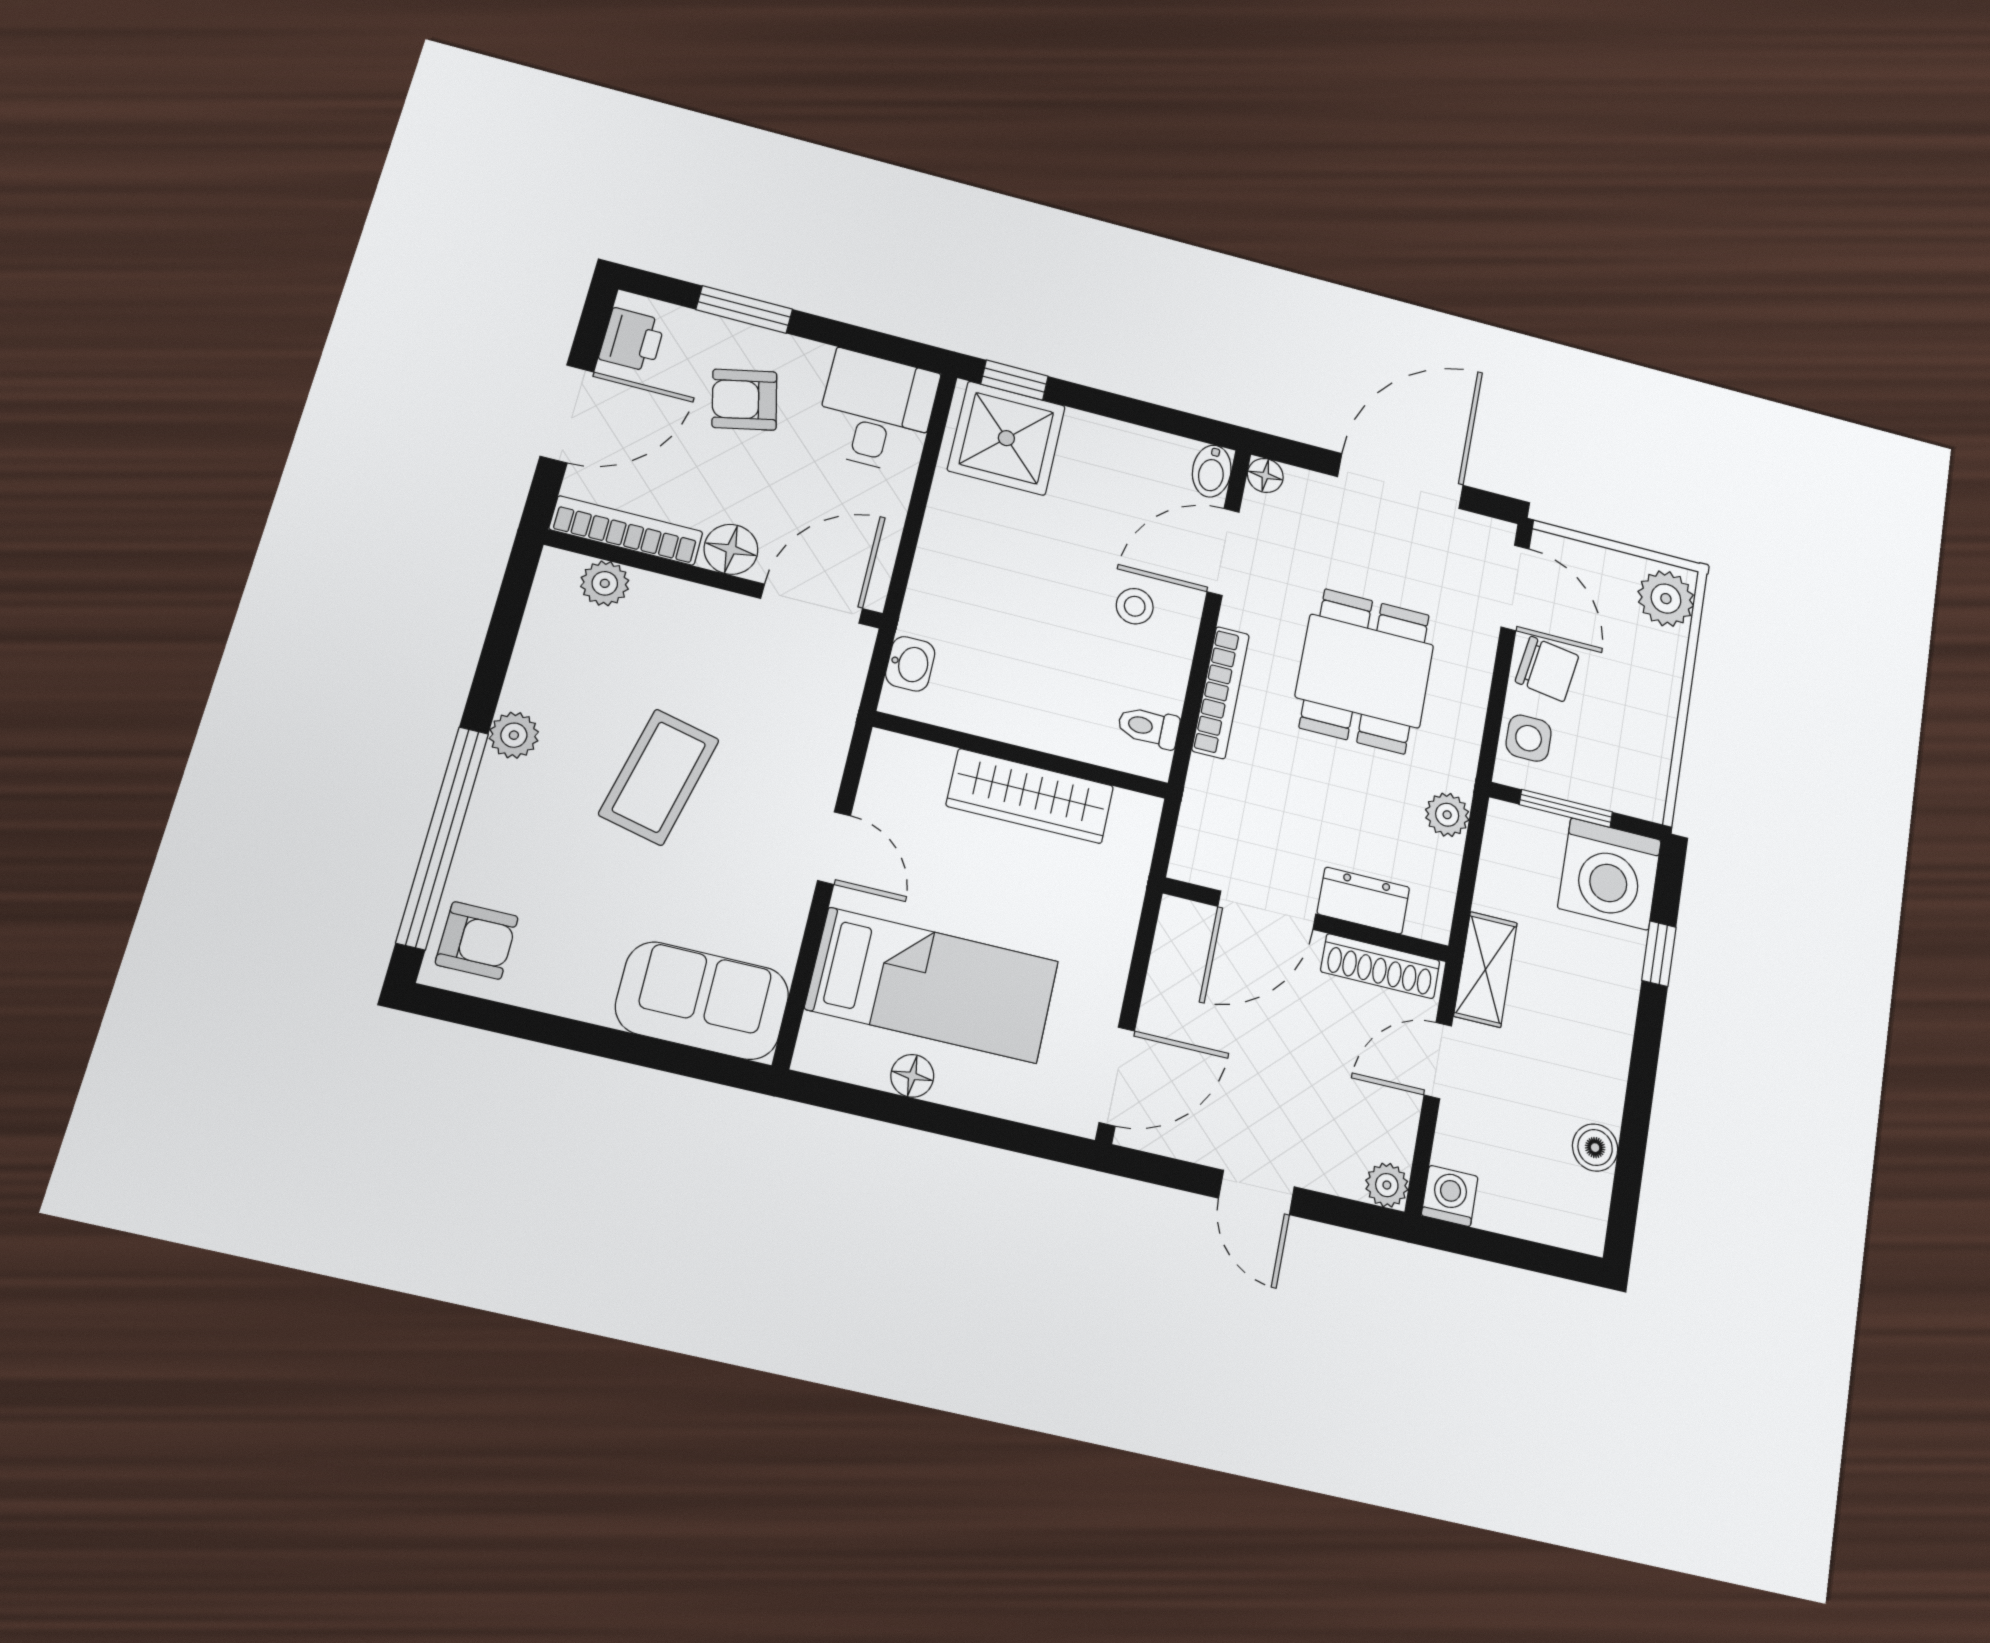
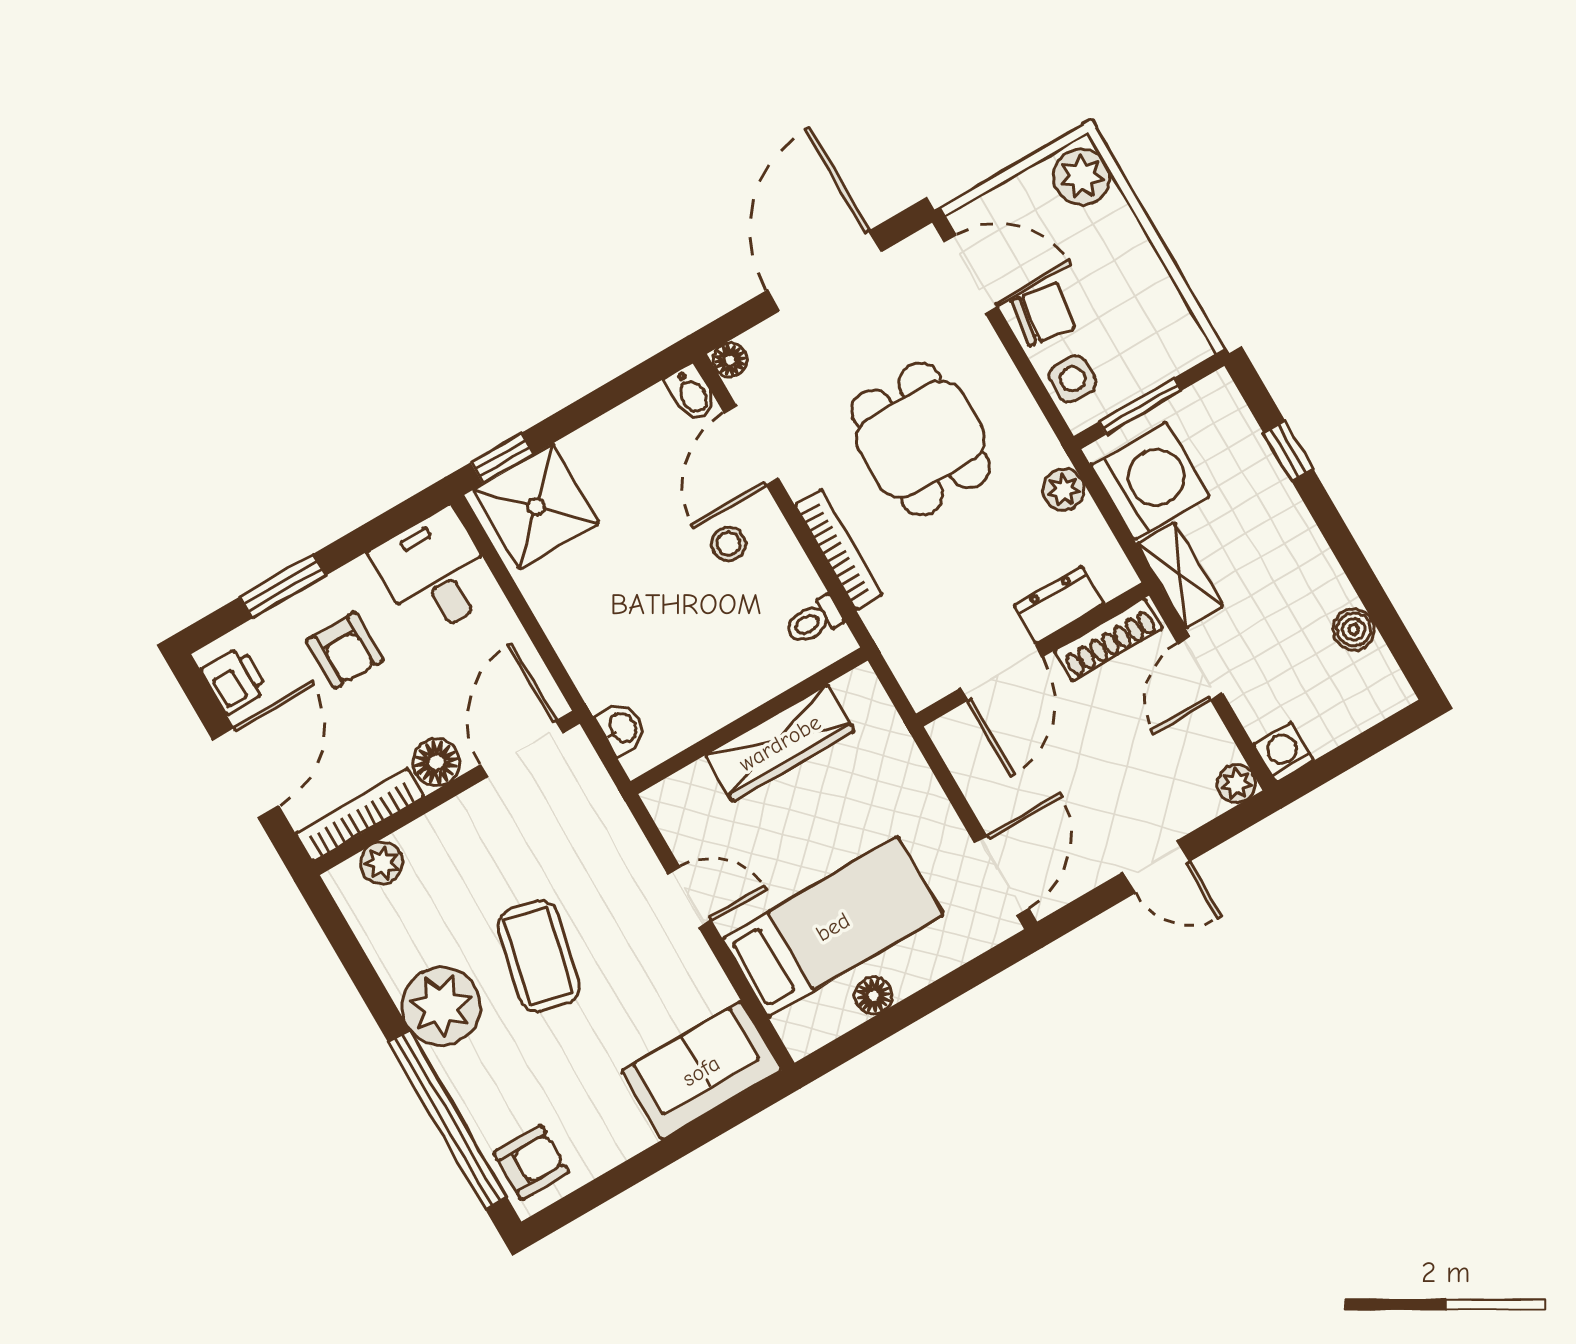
armchair: (744, 400) -> (345, 650), turned -77
plant: (514, 735) -> (441, 1006), width x1.88, depth x1.88
washing machine: (1610, 874) -> (1150, 481), moved, turned -90

